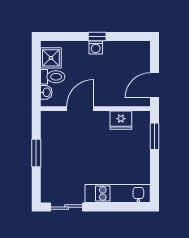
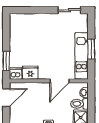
dishwasher: (141, 119) -> (16, 74), added
kitchen unit: (118, 194) -> (81, 56), moved, turned 90

